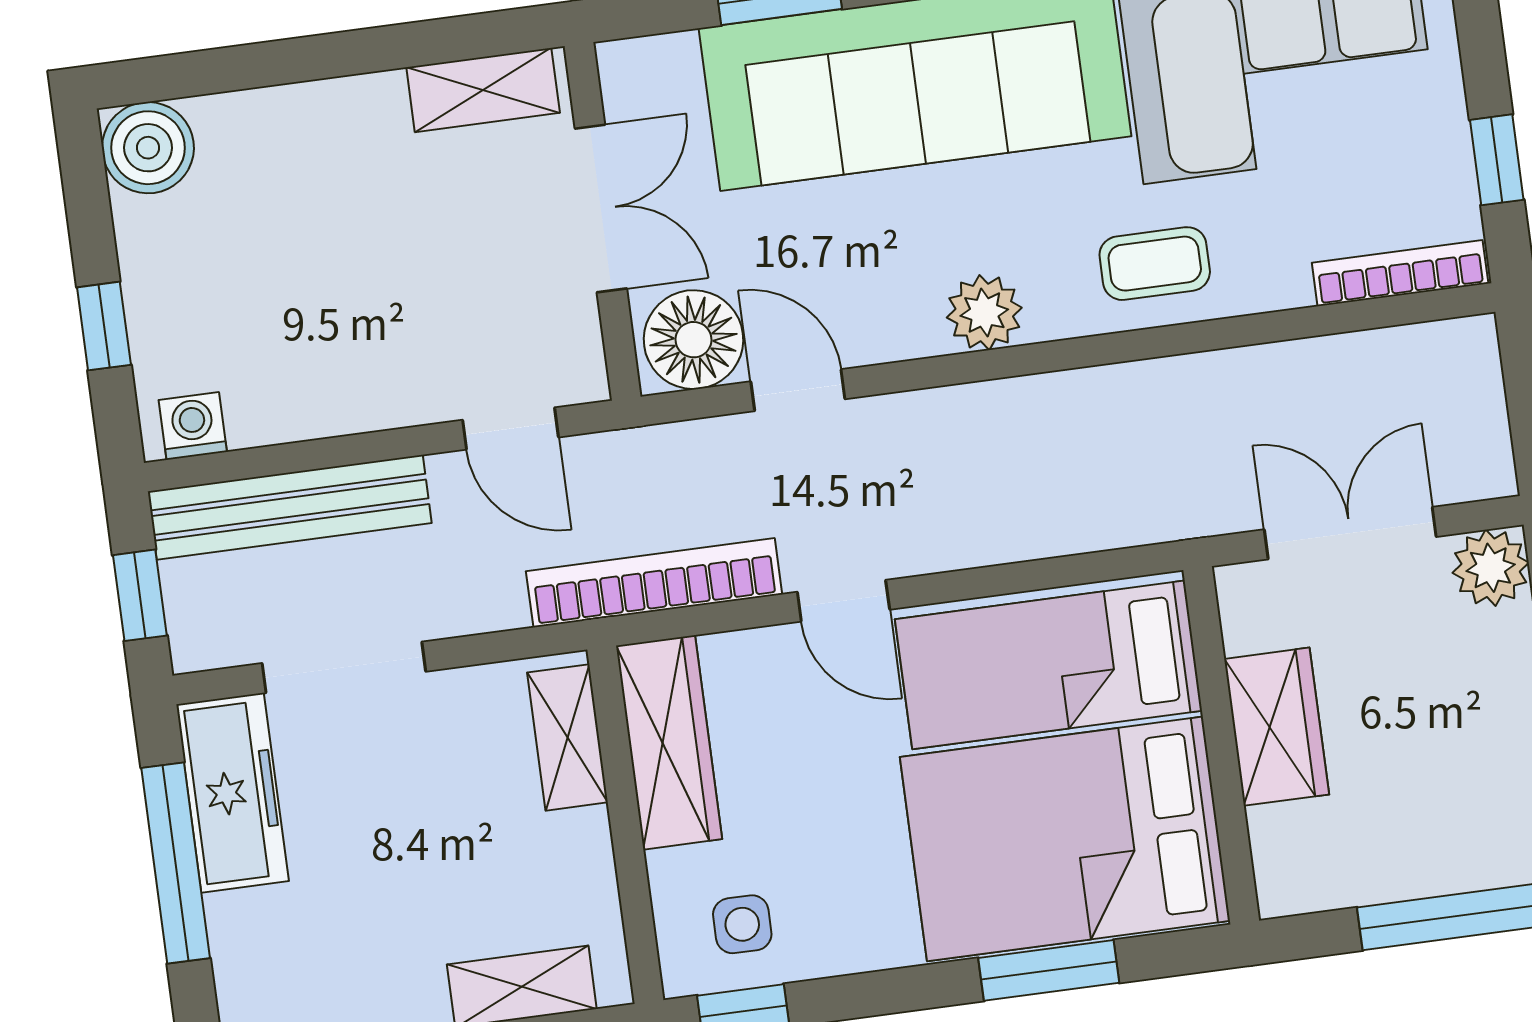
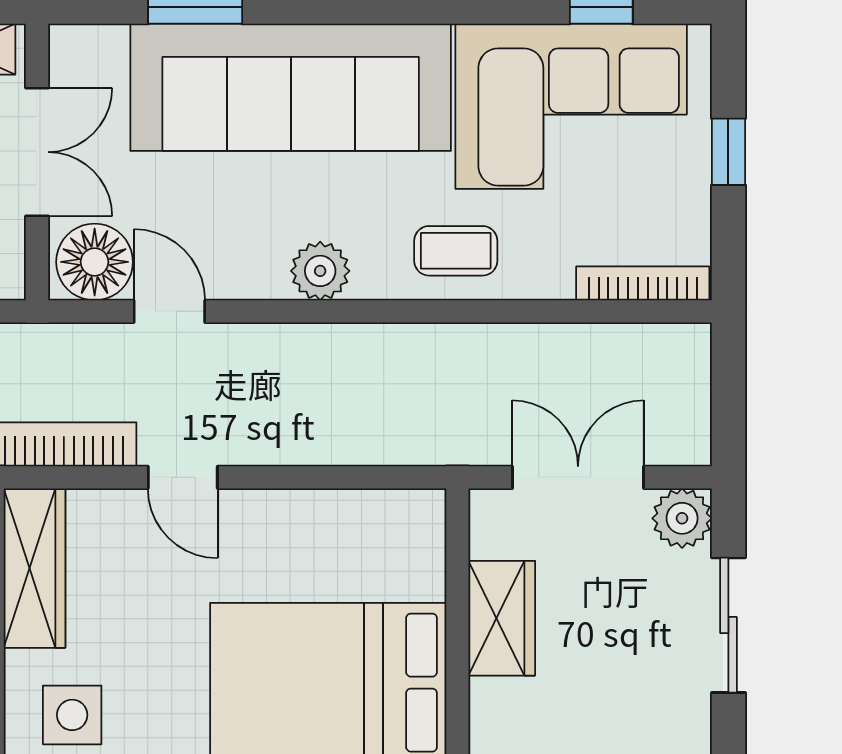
window: (1497, 160) -> (728, 152), moved
bed: (1048, 665) -> (333, 548), removed
side table: (742, 924) -> (72, 715), width x1.37, depth x1.37

